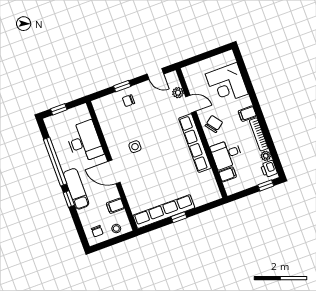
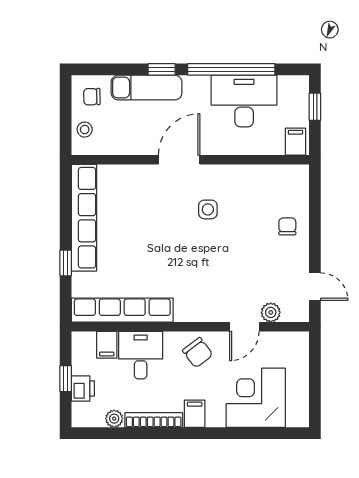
door: (155, 74) -> (315, 287), swing flipped
window: (122, 86) -> (315, 225), removed
desk: (84, 142) -> (244, 101), moved, turned 180
row of seats: (195, 143) -> (122, 310), moved
printer: (269, 169) -> (83, 388), moved, turned 90
window: (266, 185) -> (66, 379), moved
exam couch: (76, 189) -> (147, 88), moved
filing cabinet: (115, 206) -> (295, 142), moved
window: (179, 217) -> (66, 263), moved

